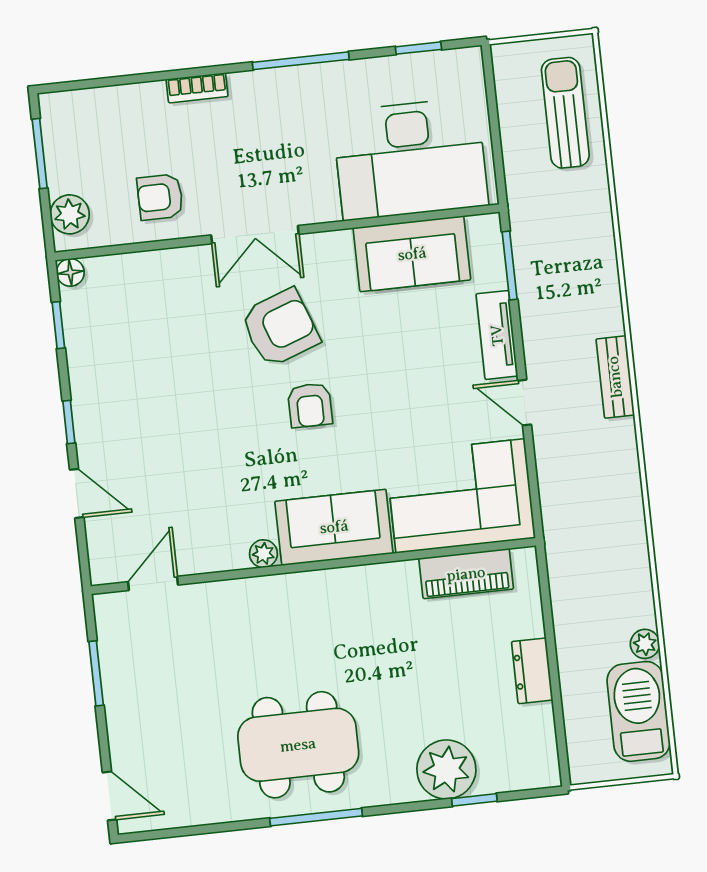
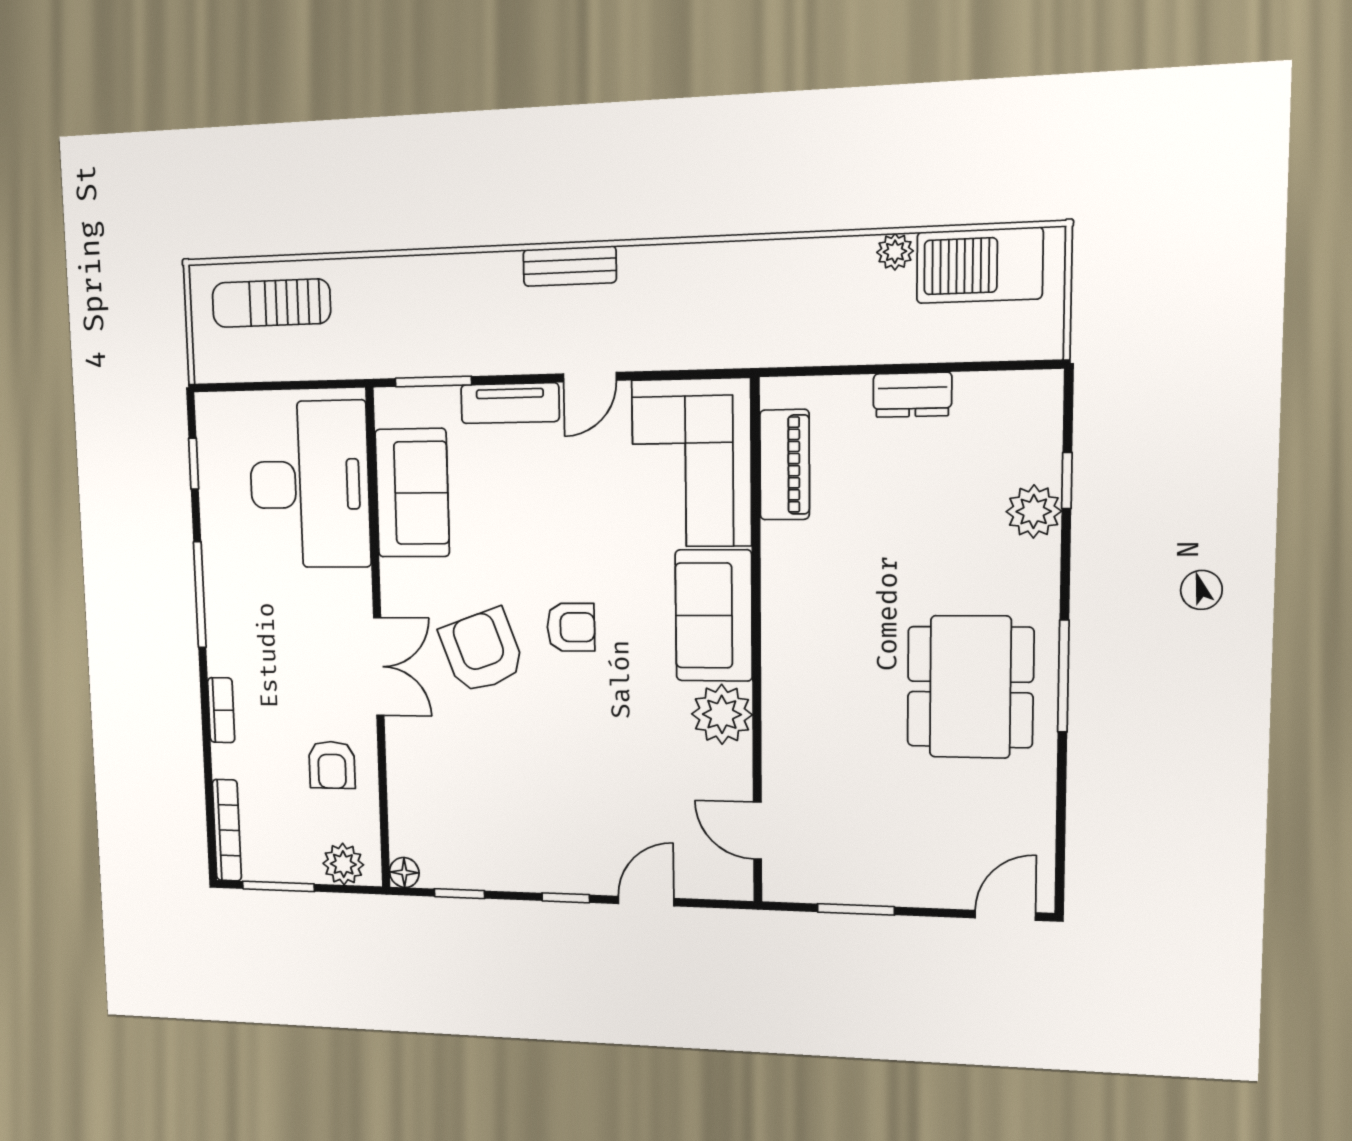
bookcase: (86, 100) -> (227, 830), added
plant: (263, 554) -> (722, 714), width x1.87, depth x1.87
plant: (446, 769) -> (1034, 511), width x0.73, depth x0.73

